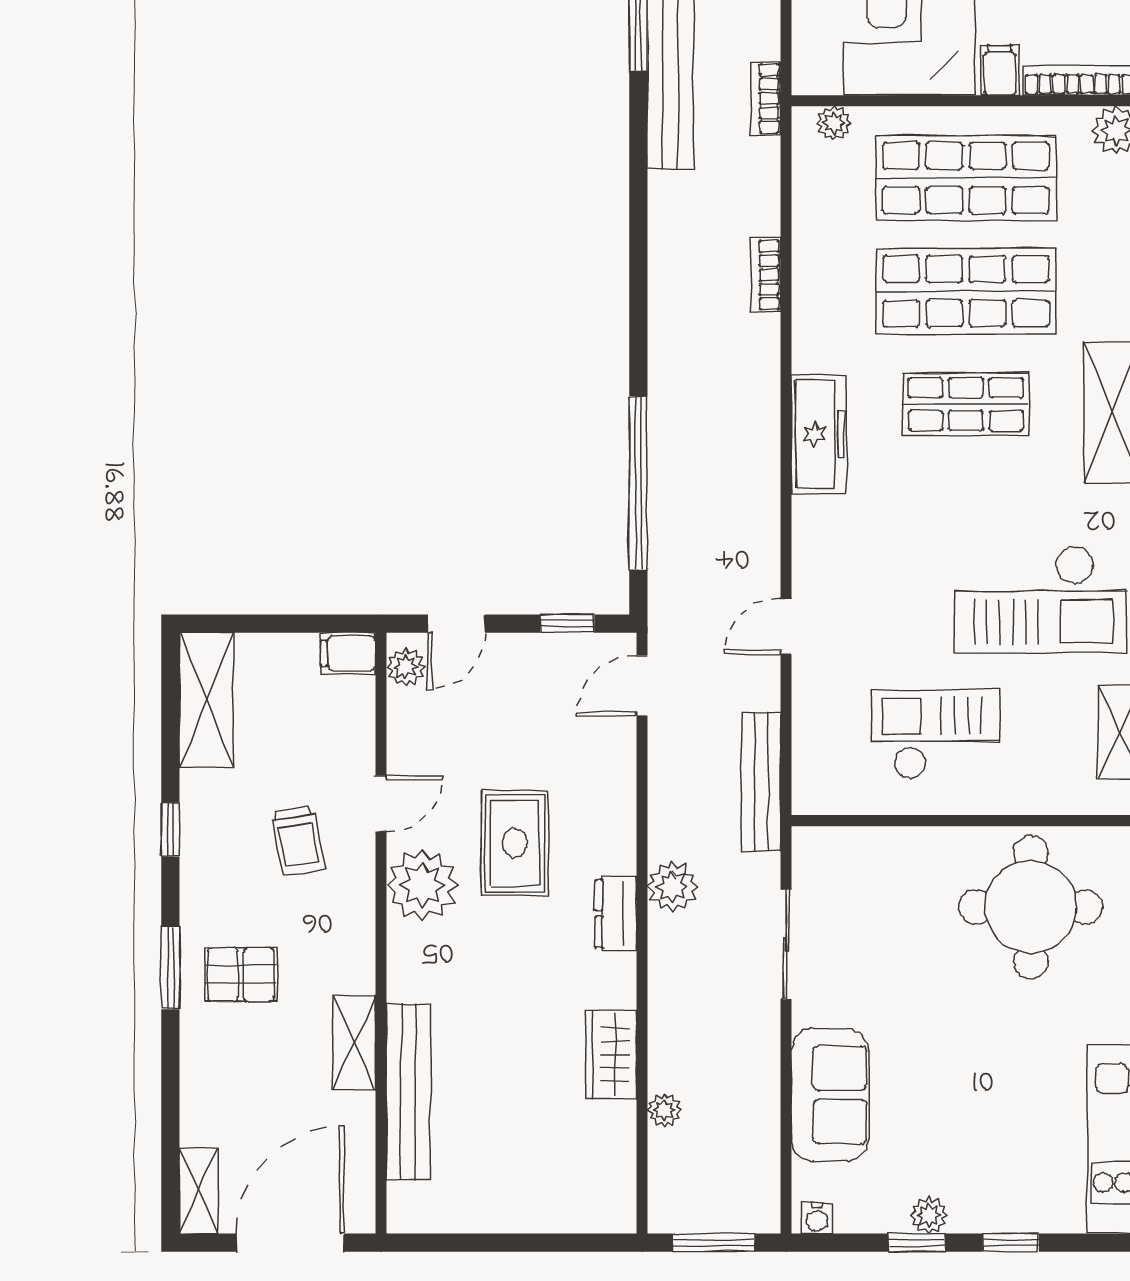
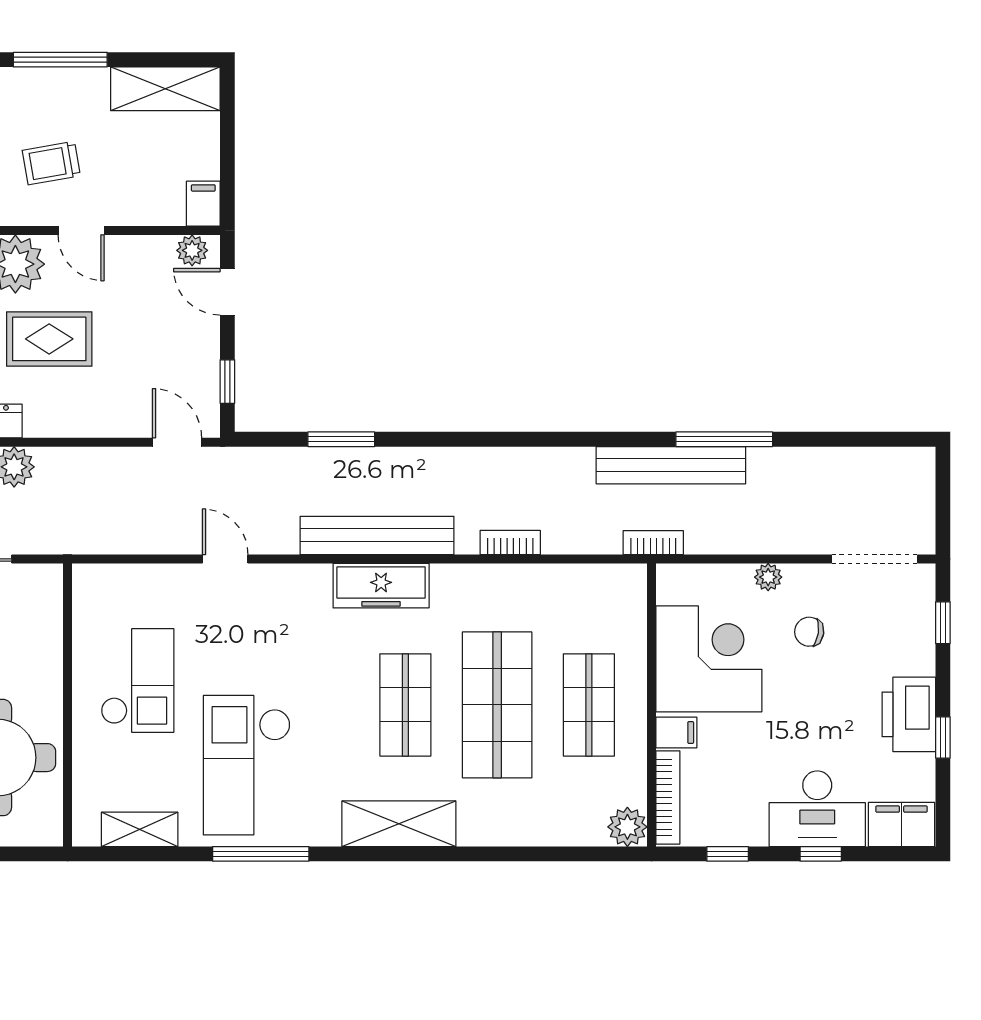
plant: (834, 123) -> (633, 598), removed
shop shelf: (966, 178) -> (589, 705), width x0.70, depth x0.74
window: (638, 483) -> (341, 439), width x0.47
bench: (761, 782) -> (377, 535), moved, width x1.37, depth x1.21
window: (170, 830) -> (60, 60), width x2.17

